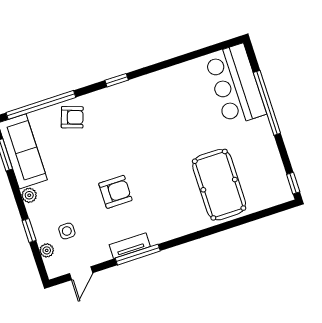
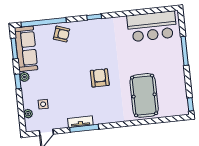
bar counter: (235, 85) -> (152, 26), moved, turned -90
window: (267, 103) -> (185, 51), width x0.68
armchair: (115, 192) -> (100, 78), moved, turned -90
window: (29, 230) -> (18, 81), moved

